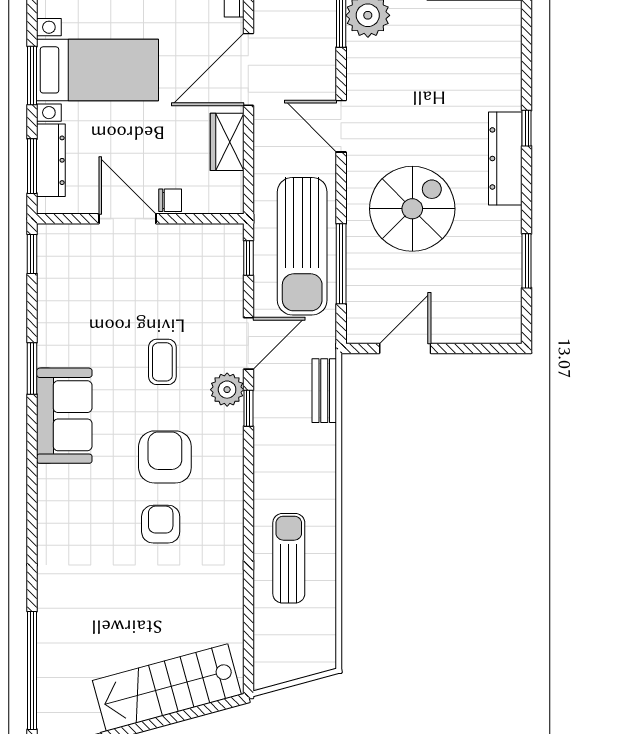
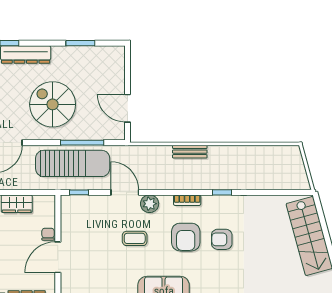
bench: (324, 391) -> (190, 152), moved
window: (248, 408) -> (222, 192), moved
armchair: (165, 457) -> (186, 237), turned -90
bookcase: (234, 460) -> (187, 200), added
sun lounger: (289, 558) -> (240, 171), removed

